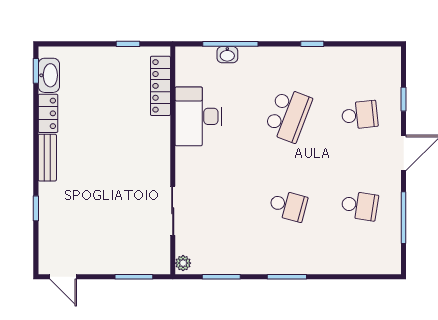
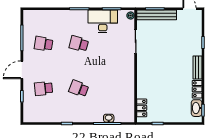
locker: (160, 86) -> (142, 108), width x0.66
school desk: (288, 115) -> (79, 88), width x0.54
desk: (198, 116) -> (103, 21), moved, turned -90
bench: (130, 264) -> (157, 15), added

